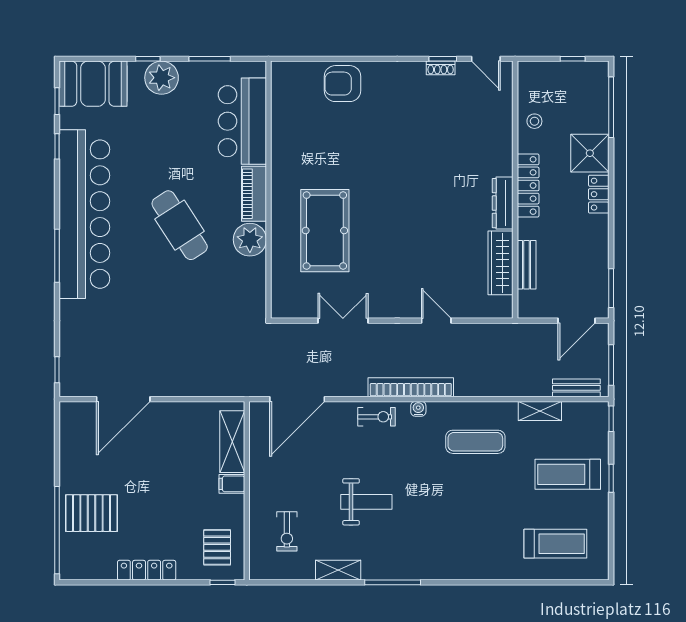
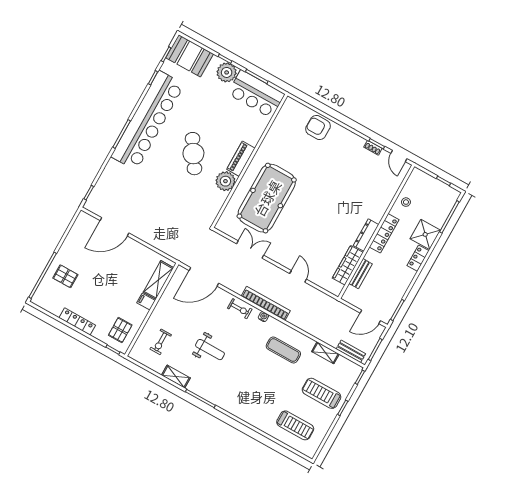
bar counter: (242, 121) -> (256, 94), moved, turned -90
pool table: (325, 231) -> (267, 198), width x1.36, depth x1.32
pallet: (91, 513) -> (65, 276), width x0.67, depth x0.71

